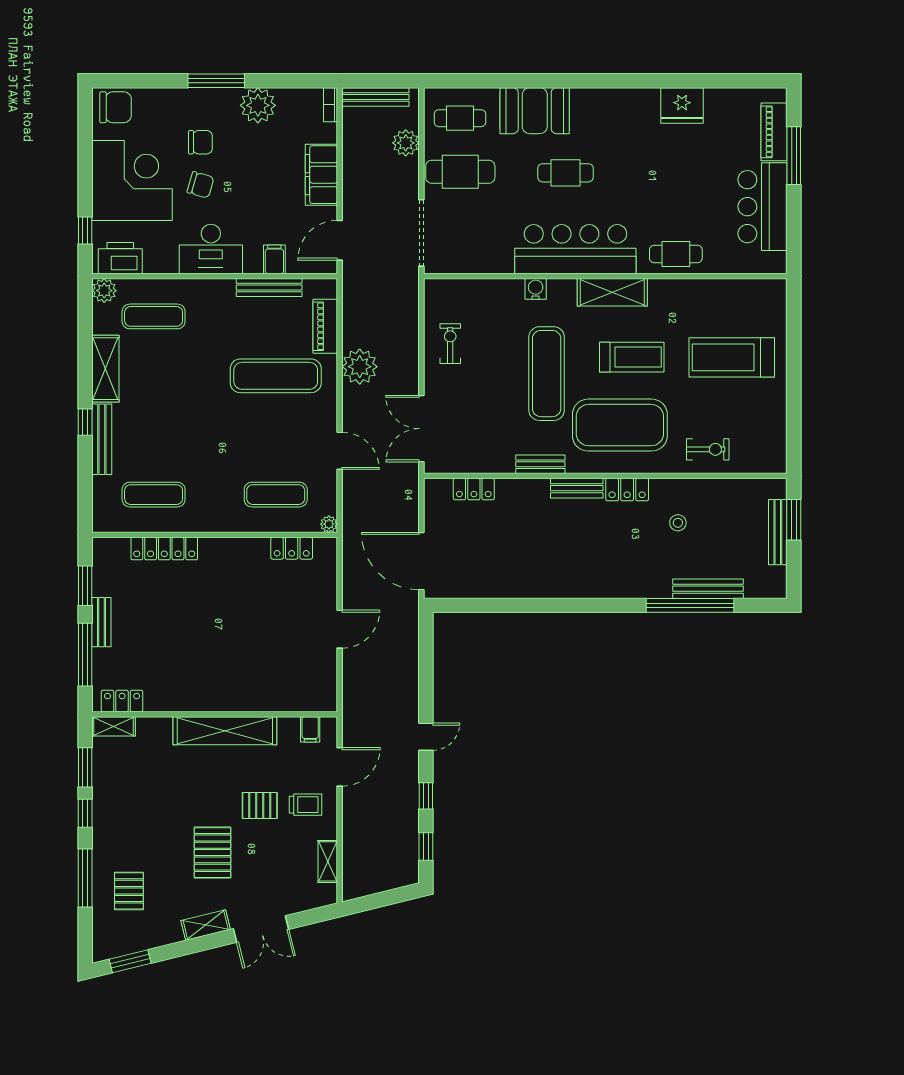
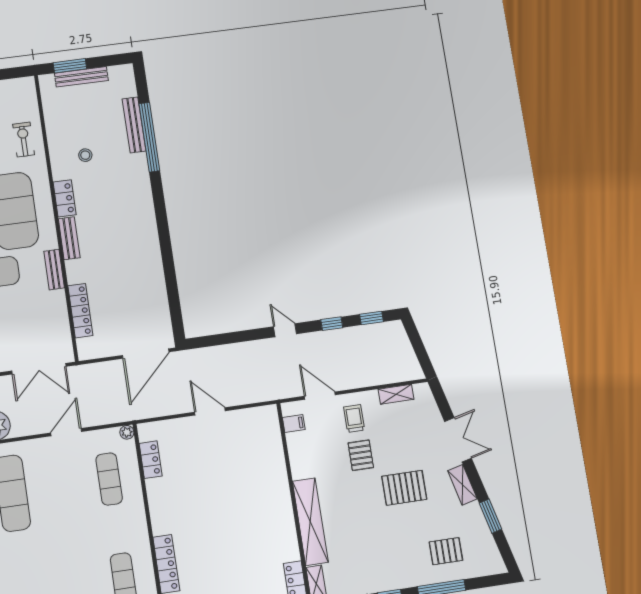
locker: (474, 489) -> (80, 311), width x1.53
shelving: (225, 731) -> (310, 522), moved
window: (130, 961) -> (491, 516), moved

